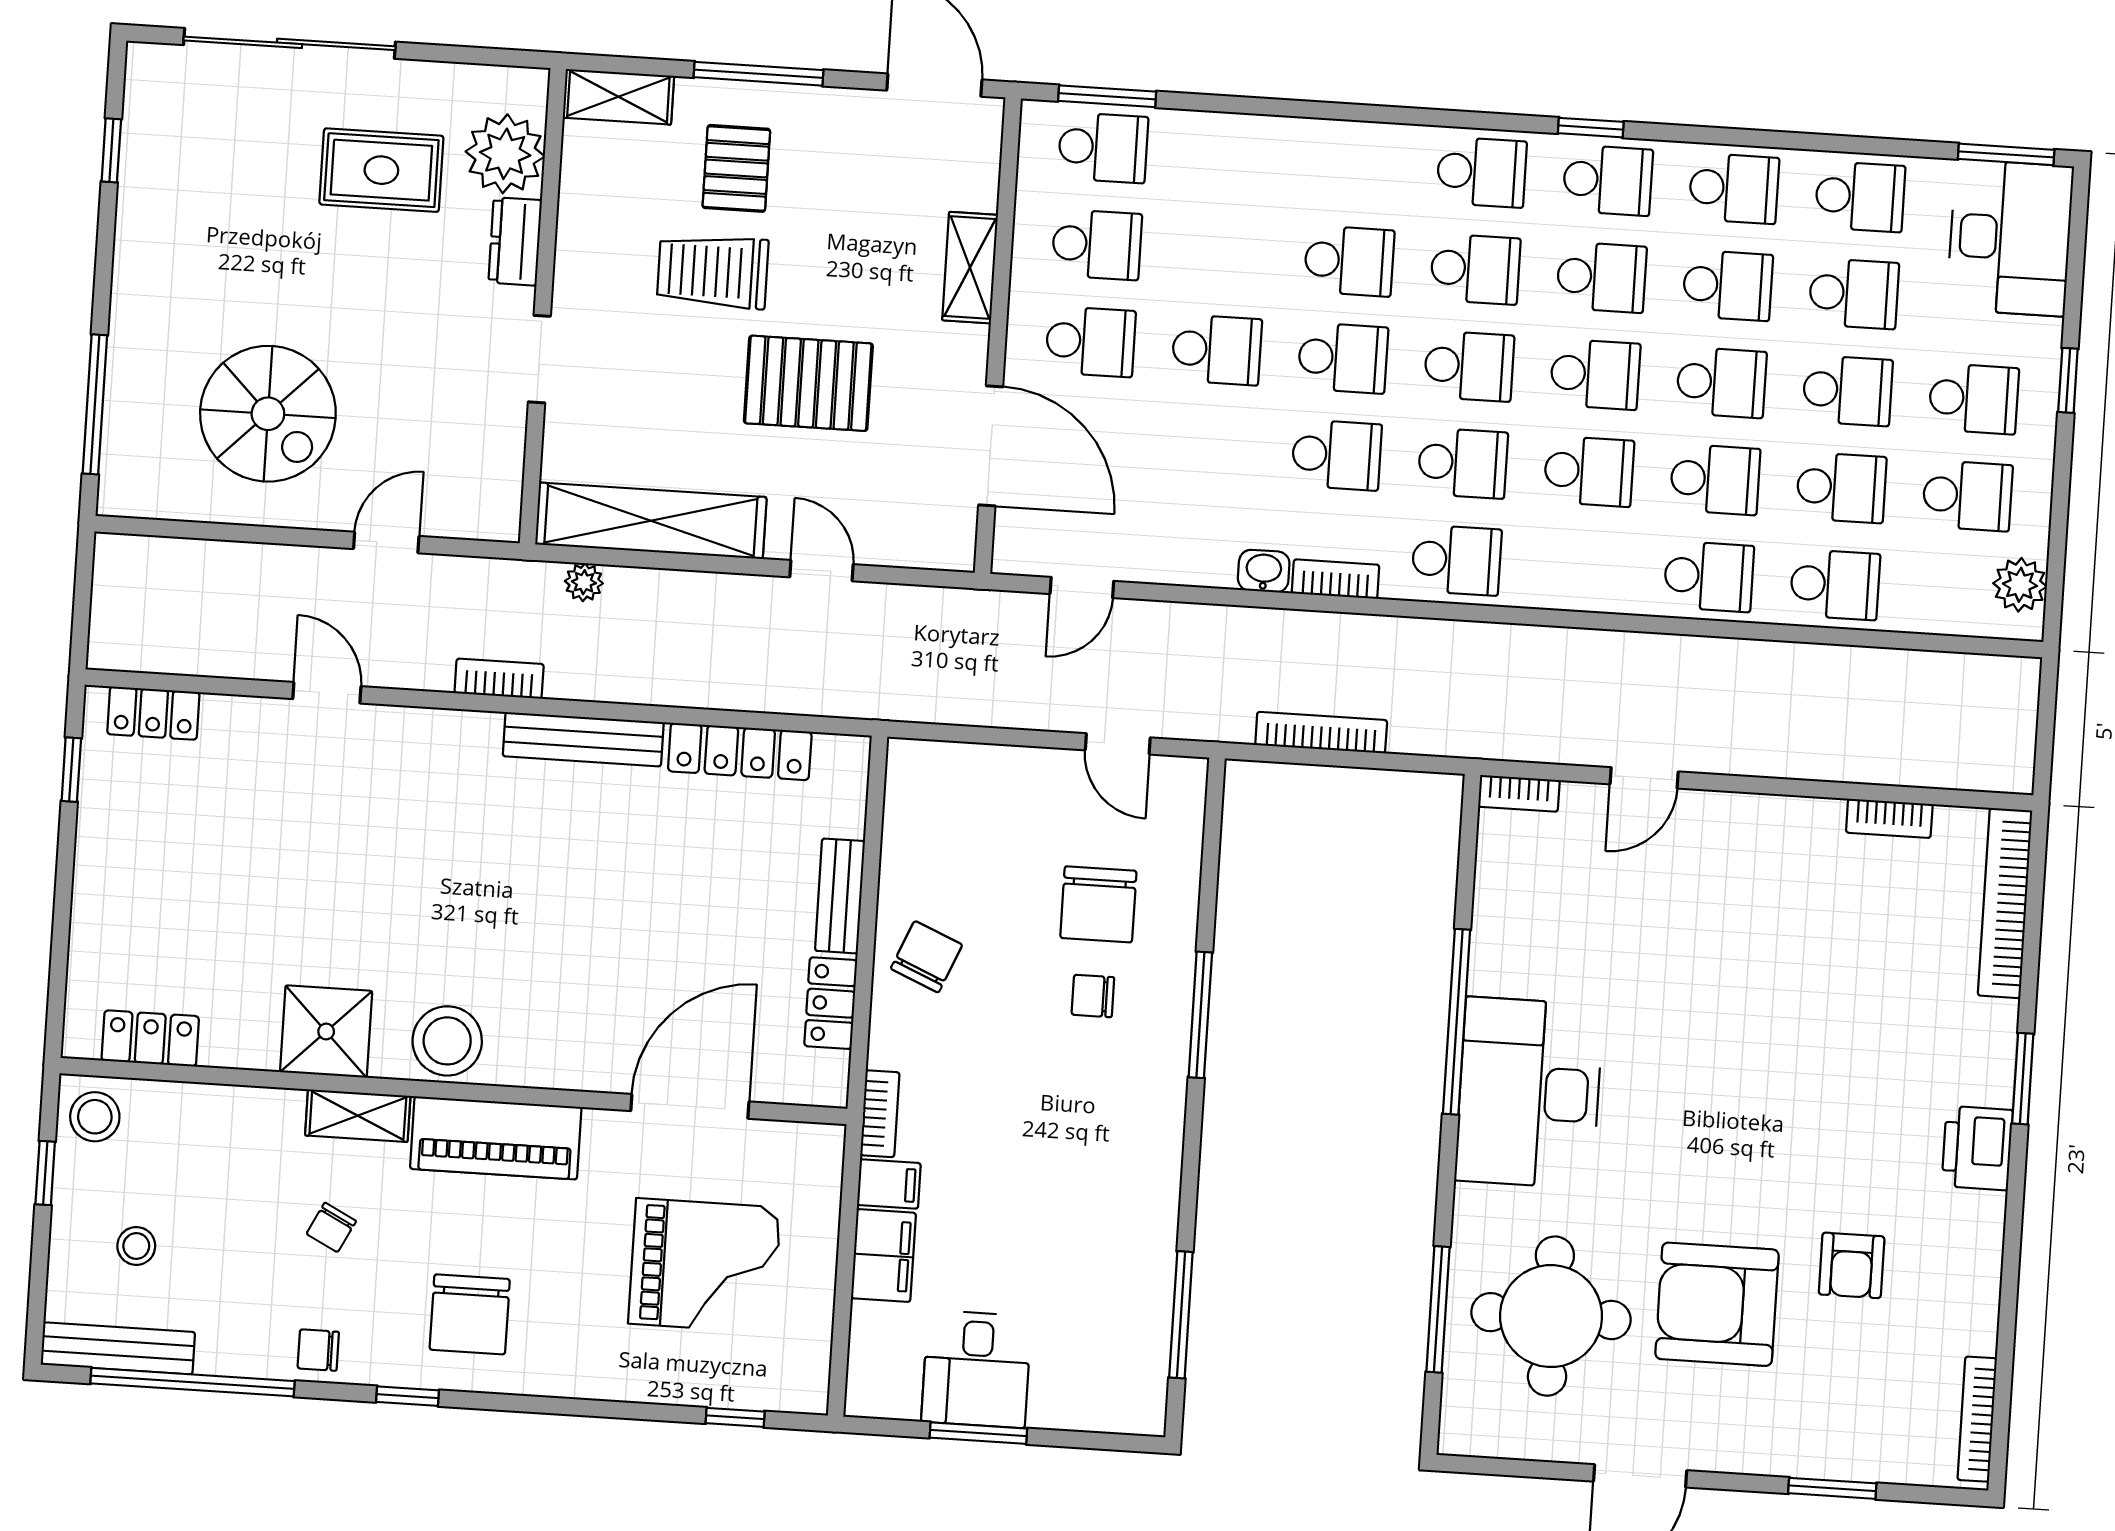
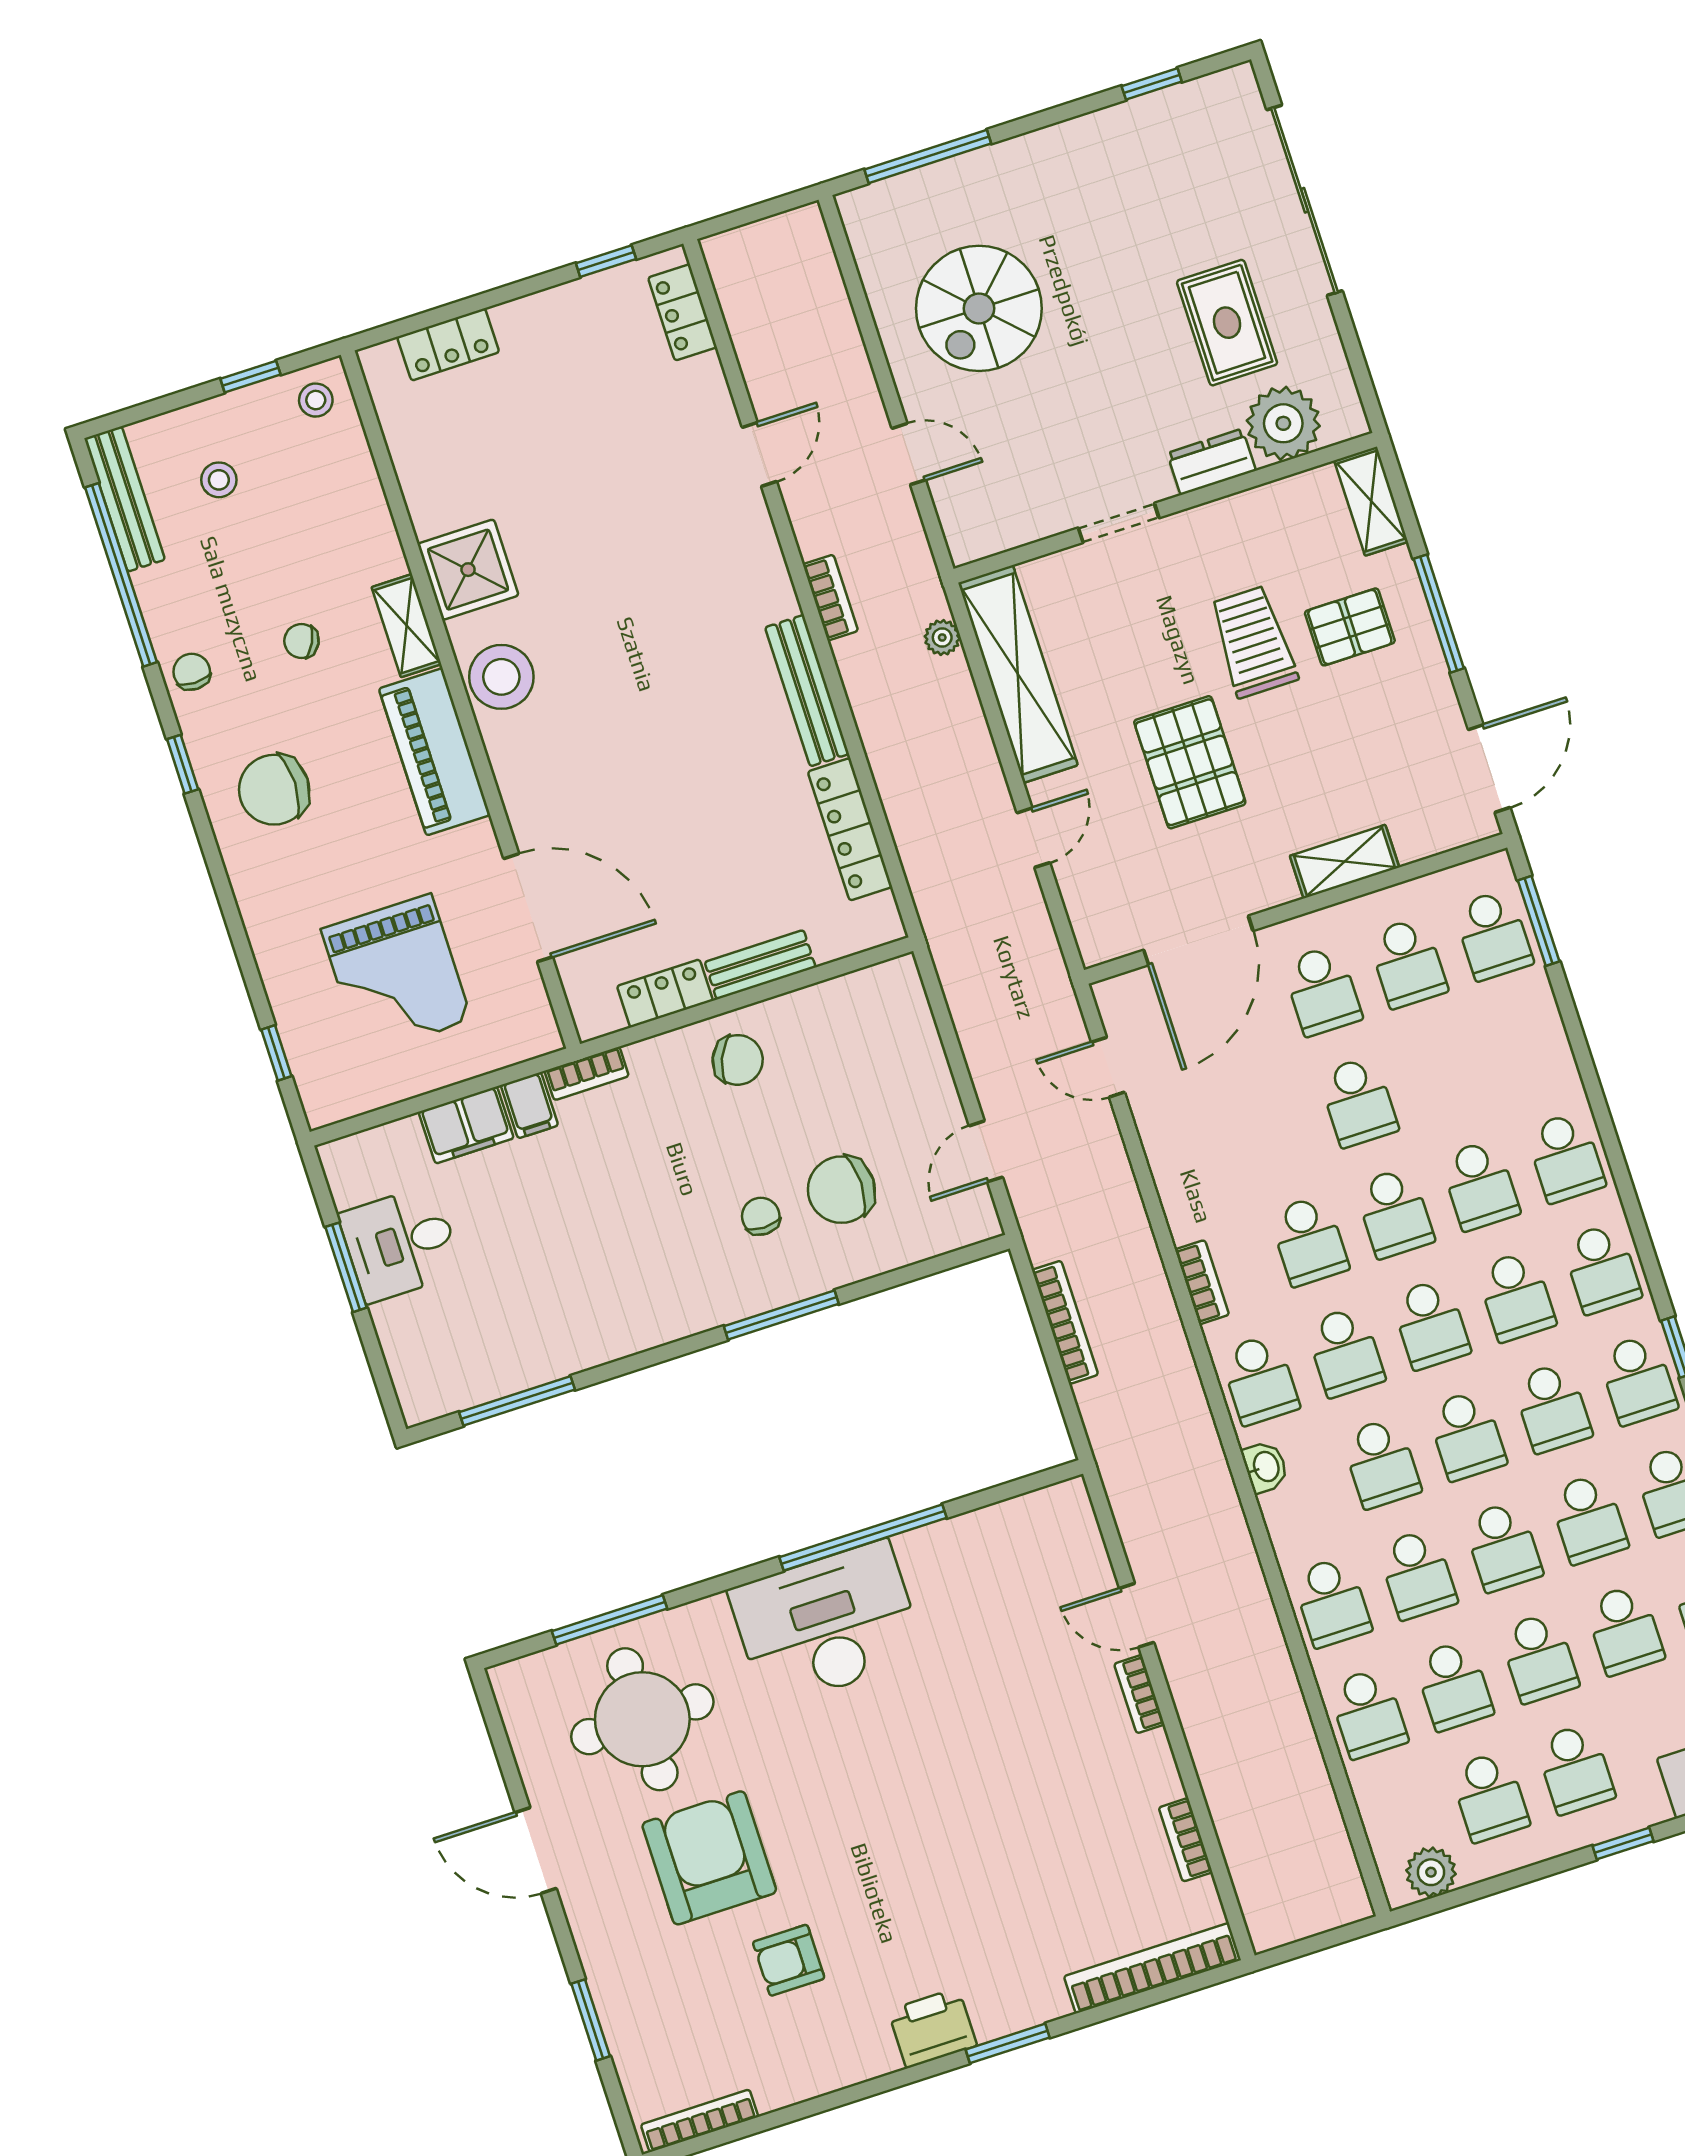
school desk: (1355, 164) -> (1565, 1157), added
washbasin: (1264, 571) -> (1265, 1467), moved
bookcase: (1519, 793) -> (1139, 1694), moved
locker: (150, 1038) -> (448, 344), moved, turned 90
stool: (95, 1117) -> (316, 400), width x0.73, depth x0.73

